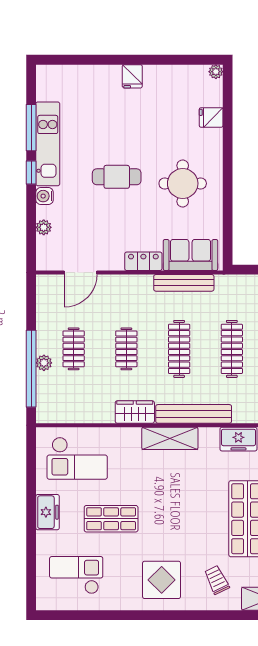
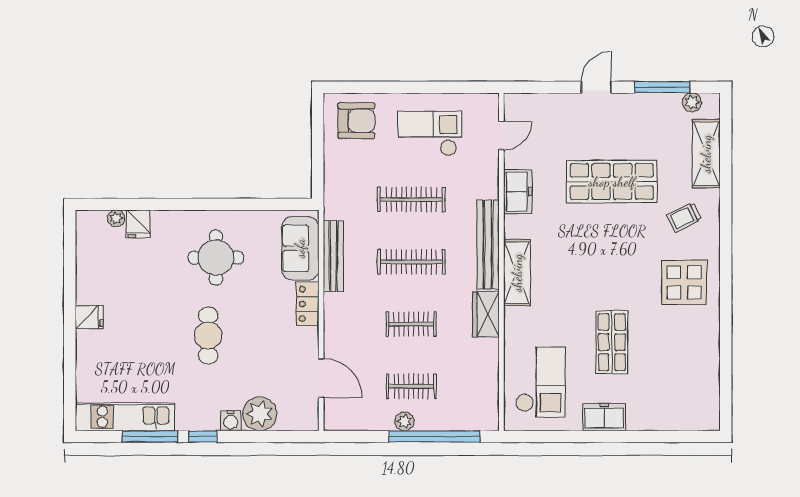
plant: (216, 72) -> (116, 218), moved
kitchen unit: (48, 144) -> (125, 417), moved
plant: (44, 227) -> (260, 414), width x1.88, depth x1.88
plant: (44, 363) -> (405, 421), moved
checkout: (76, 575) -> (678, 383), removed

